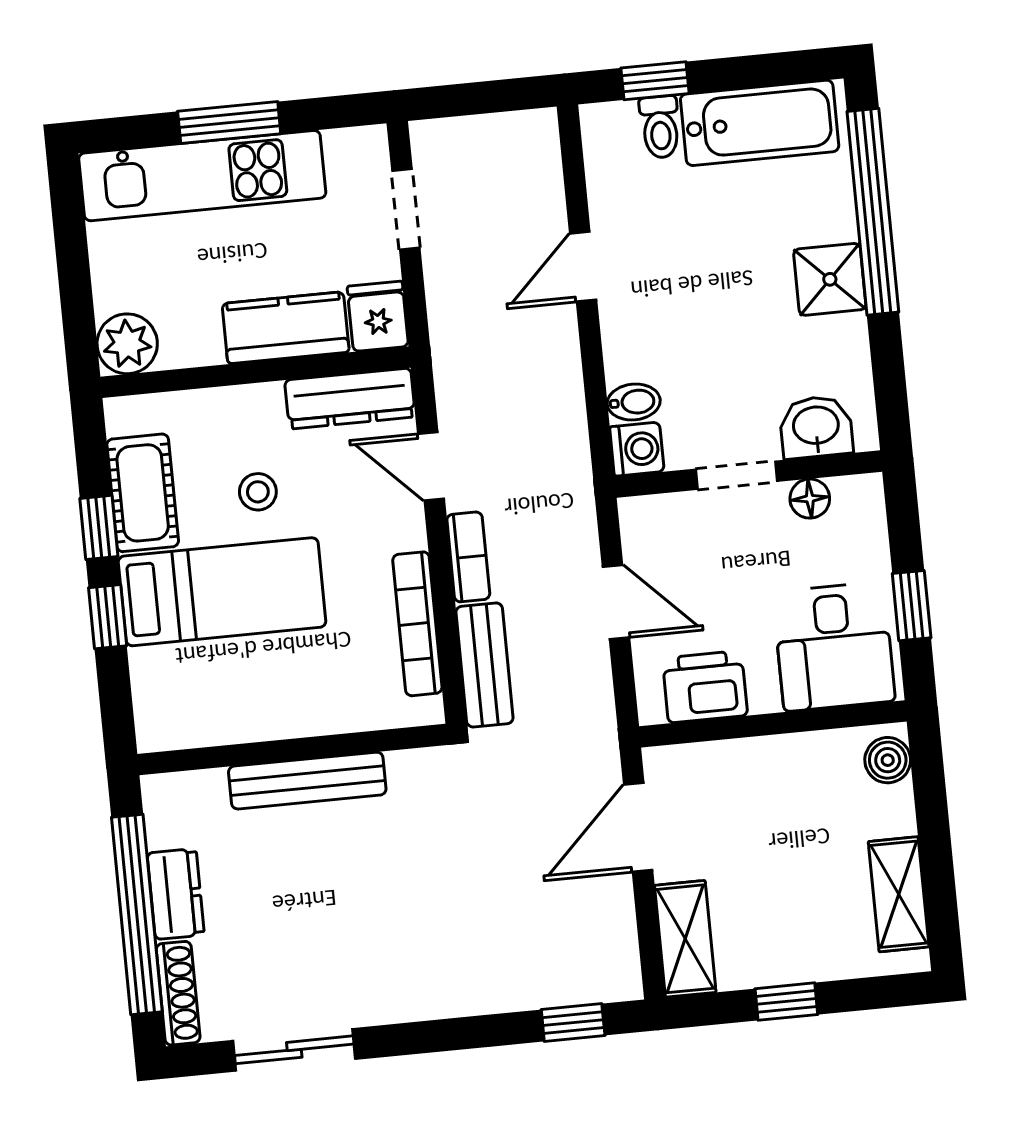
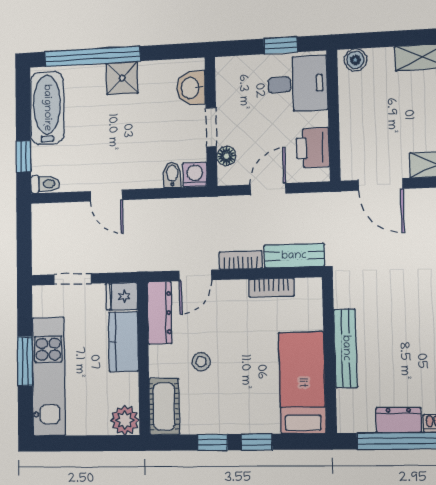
toilet: (660, 127) -> (45, 184), moved
cot: (143, 493) -> (164, 406), moved, turned 90
floor lamp: (810, 499) -> (226, 156), moved
bed: (222, 592) -> (302, 383), moved
bookcase: (417, 624) -> (271, 288), width x0.64

